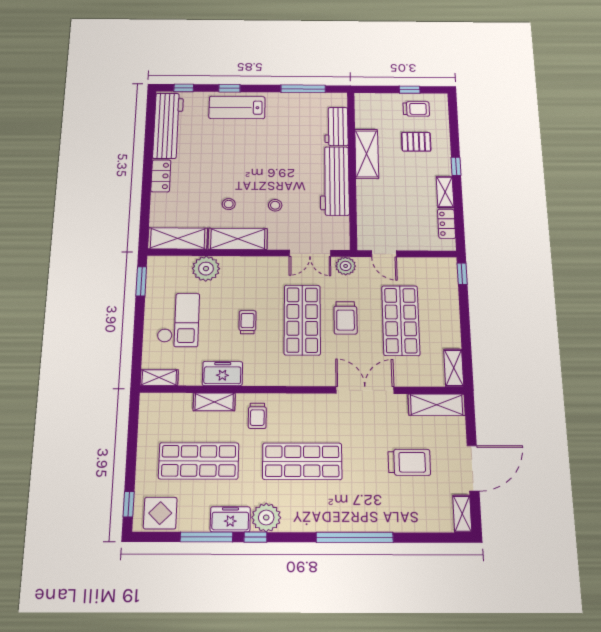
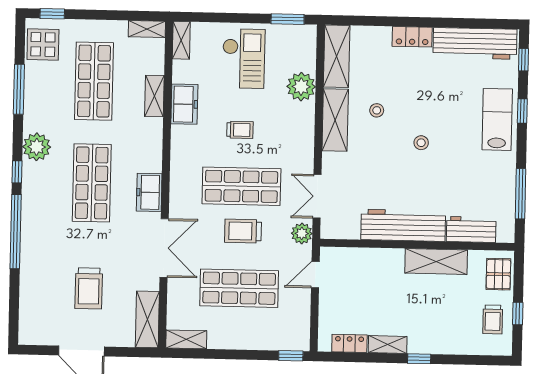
pallet: (416, 142) -> (498, 274), moved
stool: (275, 205) -> (421, 143), moved
checkout: (178, 320) -> (244, 59), turned -90
trolley: (257, 416) -> (139, 139), removed
shelving: (462, 514) -> (147, 29), moved
freezer: (230, 519) -> (149, 192), moved, turned 180
window: (255, 537) -> (17, 172), moved

